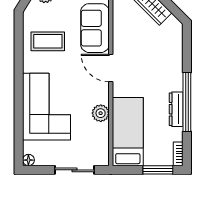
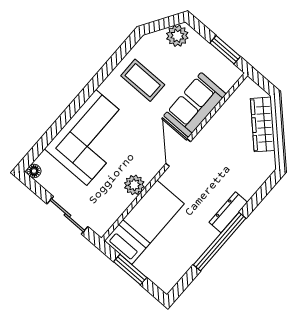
dresser: (176, 109) -> (228, 212), moved
bookcase: (178, 154) -> (172, 281), removed
window: (158, 170) -> (130, 270), moved

